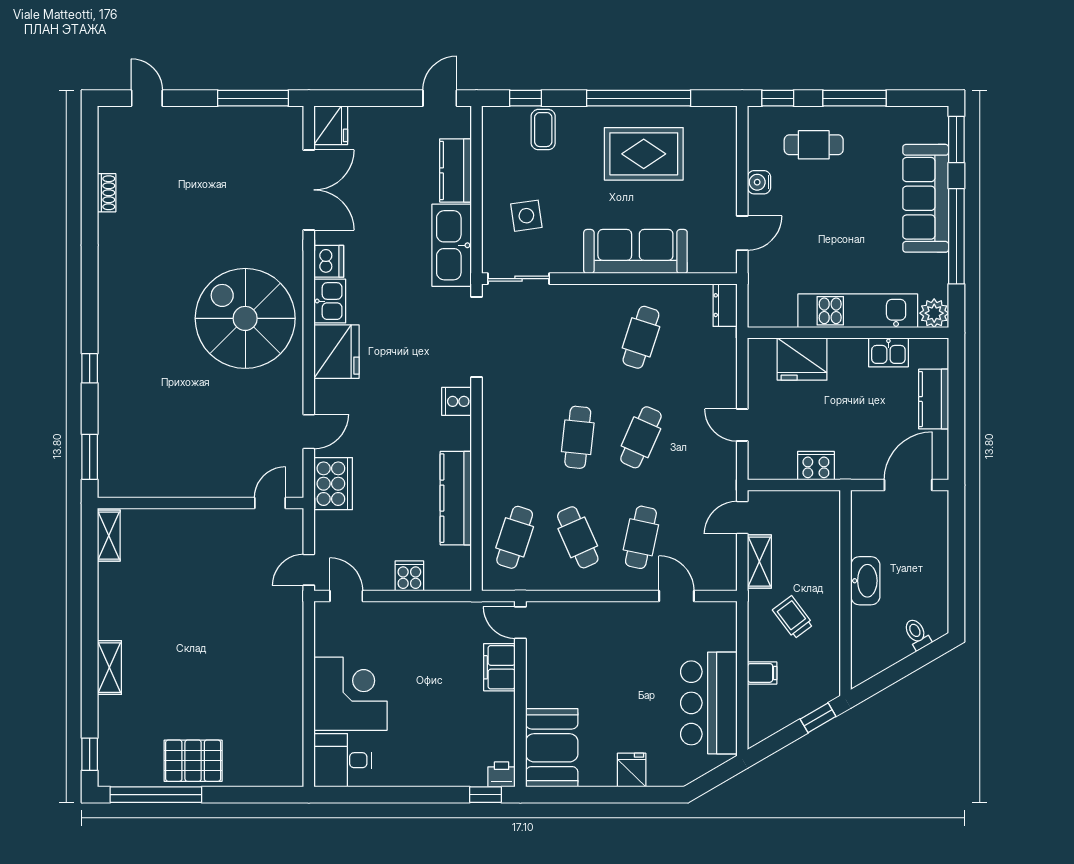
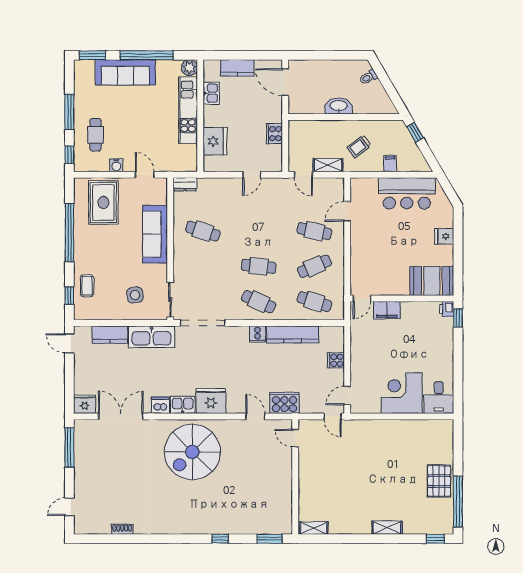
coffee table: (543, 130) -> (87, 286), turned 90
rug: (644, 154) -> (103, 203), moved
cooker: (457, 401) -> (258, 334), moved
cafe table: (641, 437) -> (259, 302), moved

